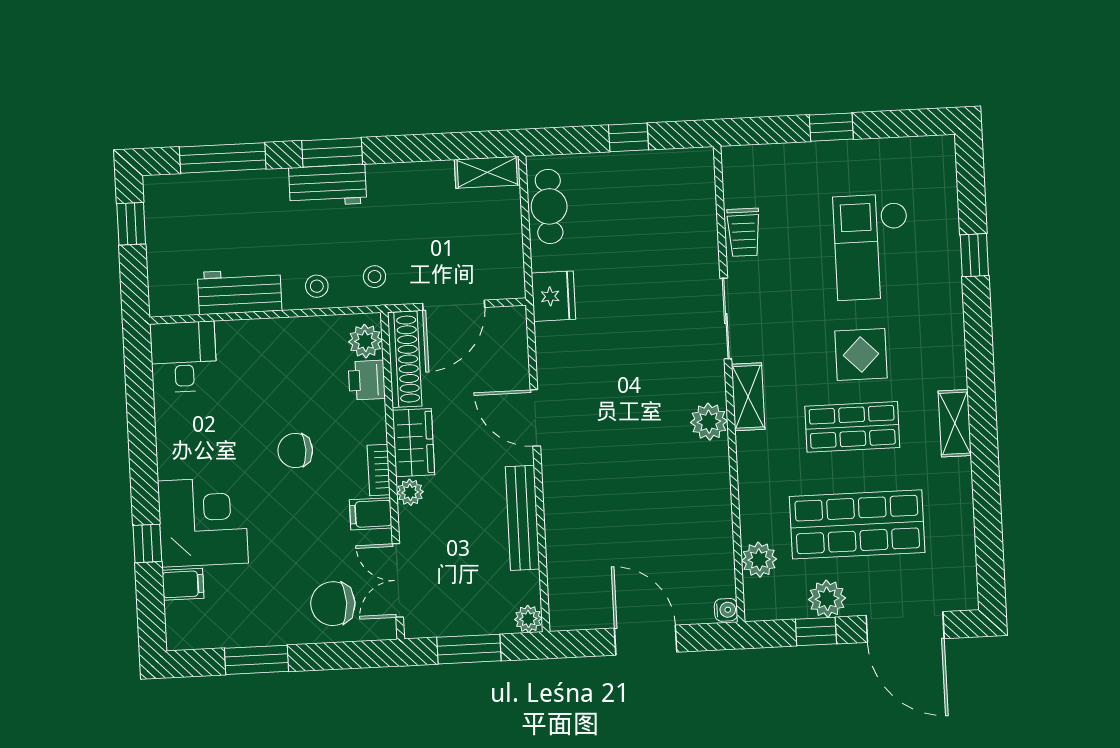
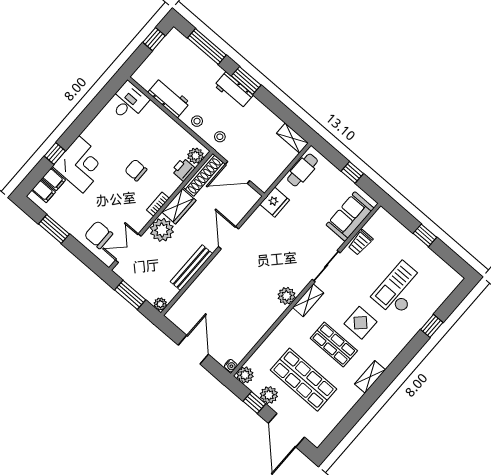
sofa: (690, 208) -> (350, 217), added
plant: (410, 492) -> (162, 230), width x1.87, depth x1.87
filing cabinet: (371, 514) -> (43, 191), moved, turned 180
plant: (759, 560) -> (245, 375), moved

